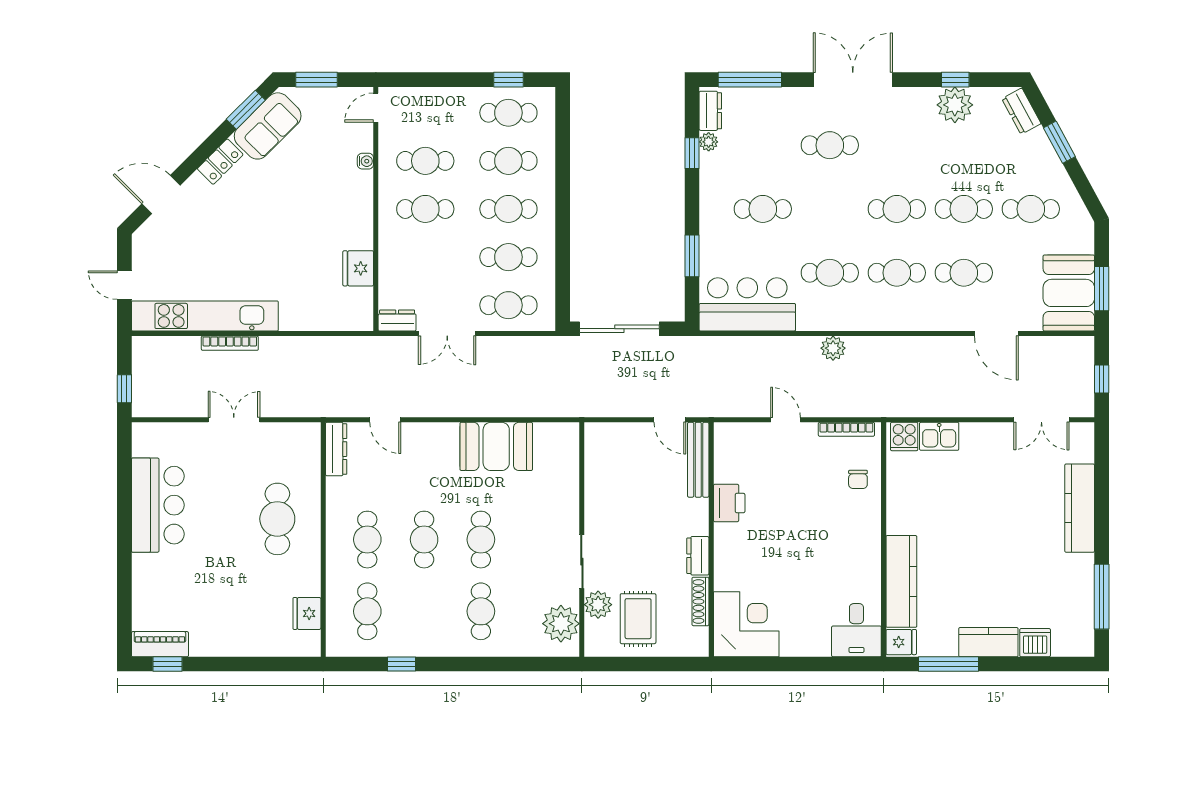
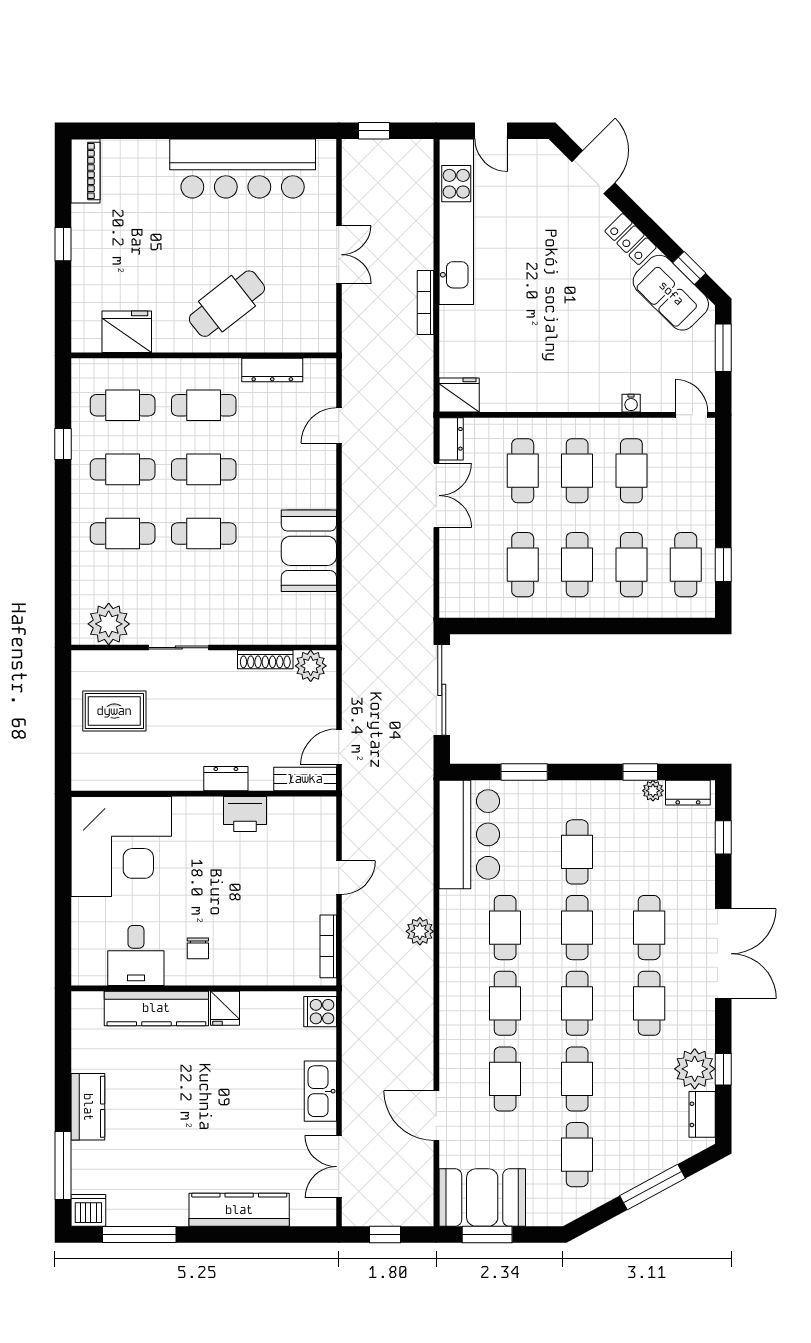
window: (750, 80) -> (723, 837), width x0.46
window: (246, 110) -> (689, 268), width x0.67
dresser: (1021, 111) -> (702, 1114), moved, turned -62
window: (1059, 142) -> (653, 1187), width x1.44
cafe table: (897, 145) -> (649, 1003), added
cafe table: (830, 209) -> (577, 928), added
fridge: (358, 268) -> (459, 395), moved
door: (124, 285) -> (491, 131), swing flipped
cafe table: (508, 305) -> (523, 471), moved
double door: (447, 334) -> (436, 495), swing flipped
door: (996, 334) -> (436, 1116), hinge flipped
bookcase: (230, 343) -> (425, 302), moved
kitchen sink: (939, 436) -> (320, 1091), moved, width x1.38
dresser: (336, 449) -> (272, 370), moved
bench: (698, 460) -> (305, 779), width x0.73
chair: (858, 479) -> (198, 948), moved, turned -90
bar counter: (158, 505) -> (243, 169), width x1.36
cafe table: (277, 519) -> (227, 304), turned -38
dresser: (698, 556) -> (226, 779), moved
shoe rack: (700, 601) -> (265, 660), moved, turned 180
plant: (598, 605) -> (311, 666), moved
cafe table: (424, 611) -> (123, 469), added
fridge: (307, 613) -> (127, 332), width x1.36, depth x1.34
corner desk: (746, 624) -> (121, 846), width x1.36, depth x1.36
desk: (856, 630) -> (136, 956), moved, turned -90
fridge: (901, 642) -> (225, 1008), moved
dishwasher: (1035, 643) -> (88, 1210), moved, turned -90
window: (168, 664) -> (63, 244), moved
window: (949, 664) -> (63, 1165), moved

